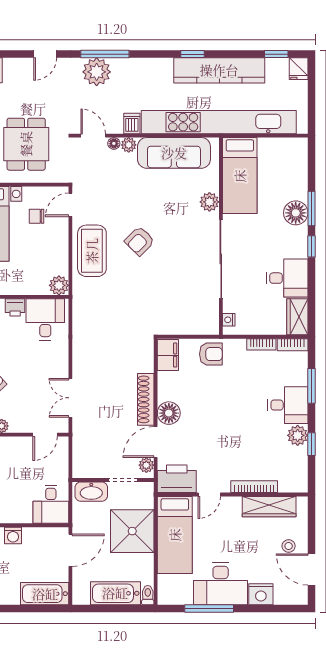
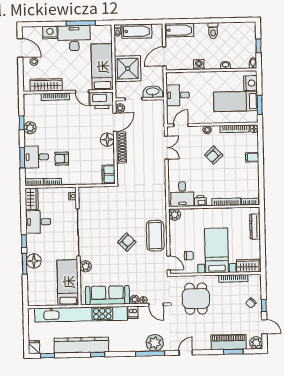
door: (70, 205) -> (169, 263), hinge flipped
armchair: (211, 354) -> (62, 159), moved
desk: (288, 405) -> (36, 157), moved
door: (209, 494) -> (82, 91), swing flipped
desk: (51, 504) -> (178, 95), moved, turned -90

